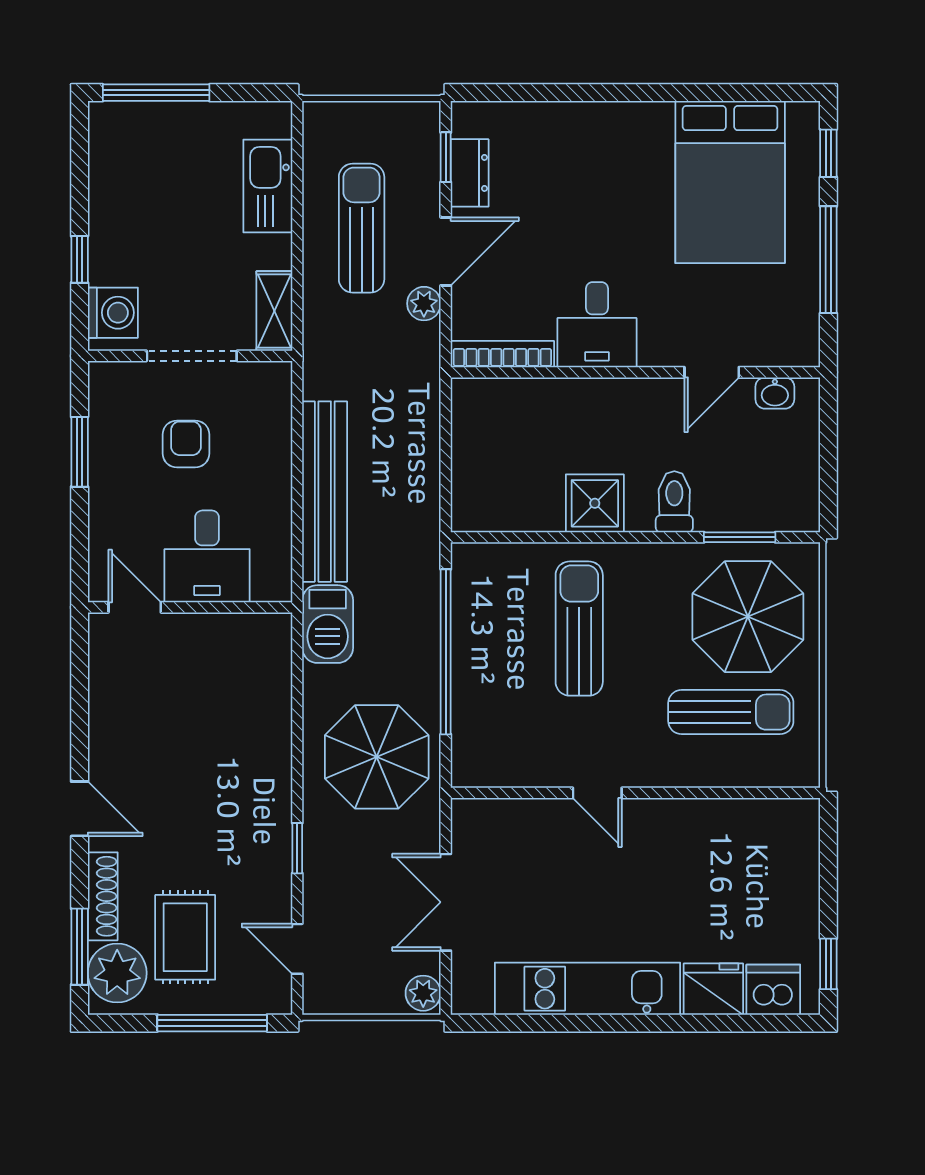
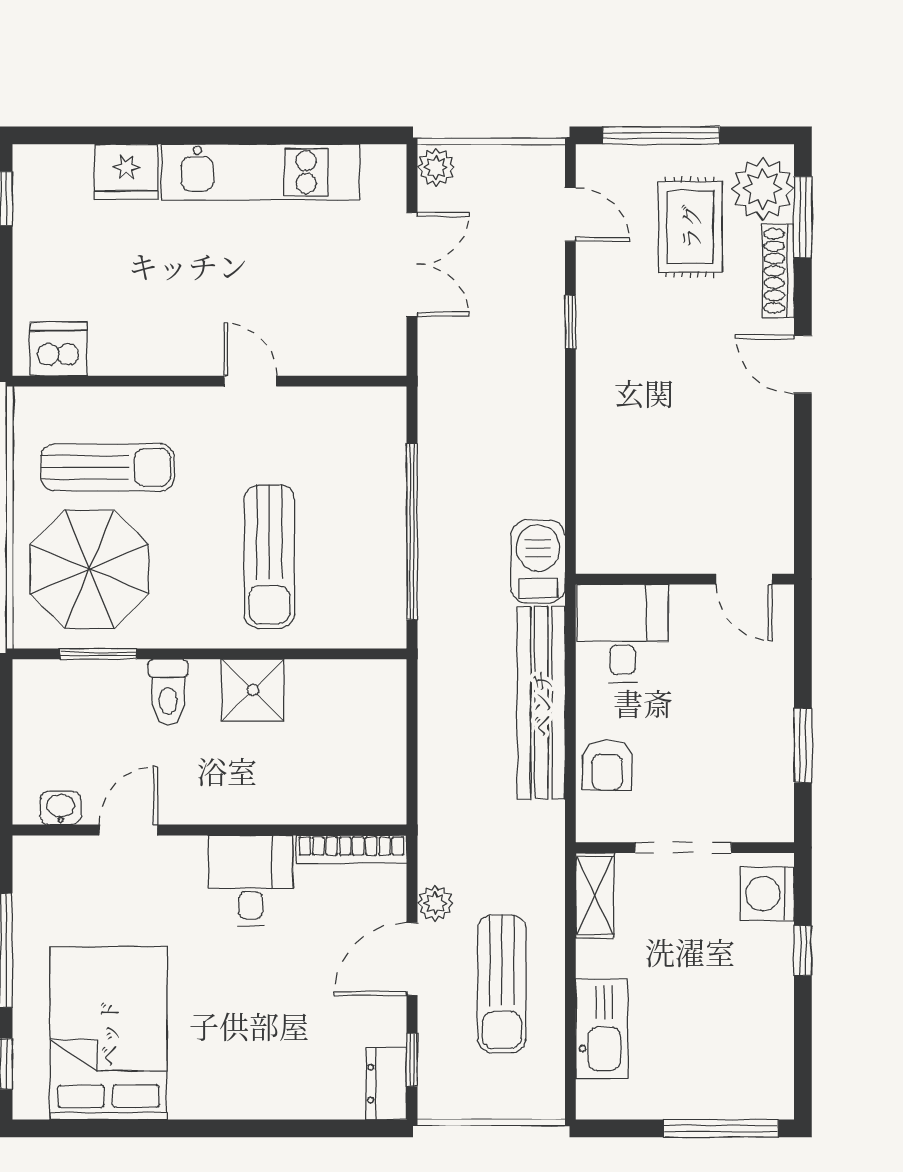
dresser: (470, 173) -> (386, 1084), moved
armchair: (186, 444) -> (607, 765), moved
desk: (207, 556) -> (623, 633), moved
sun lounger: (731, 712) -> (108, 467), turned 180
parasol: (377, 757) -> (486, 420), removed
dishwasher: (773, 990) -> (58, 349), moved, turned 180

